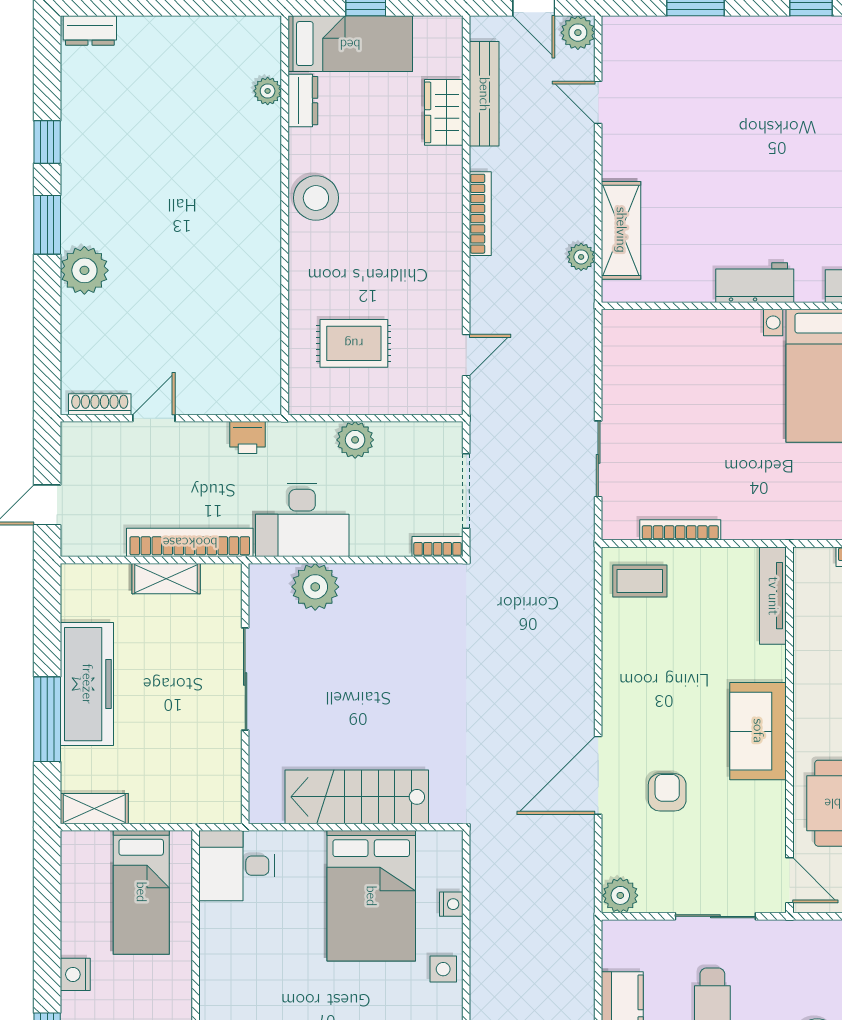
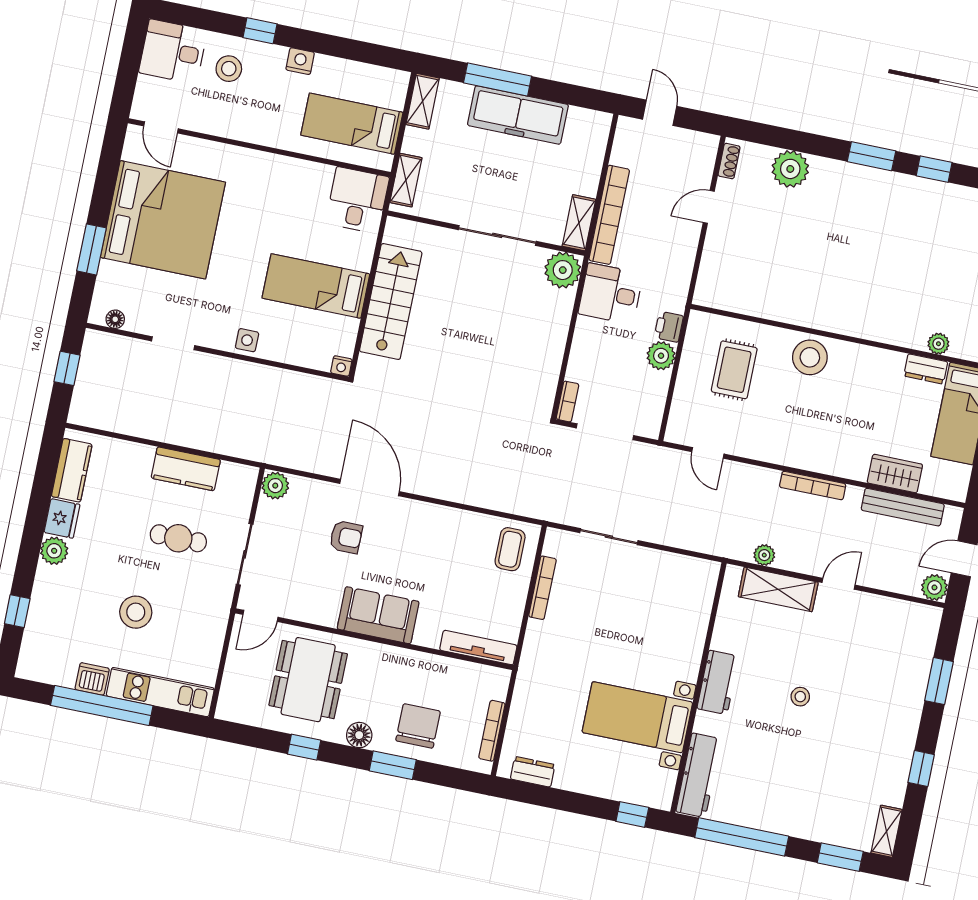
door: (598, 102) -> (839, 584), moved
stool: (751, 174) -> (800, 697), added
stool: (316, 198) -> (810, 357), moved
plant: (84, 270) -> (790, 169), moved
shoe rack: (100, 404) -> (729, 161), width x0.70
door: (154, 418) -> (709, 207), swing flipped
printer: (247, 437) -> (669, 327), moved
desk: (302, 520) -> (611, 294), width x0.73
shelving: (166, 579) -> (579, 223), moved
plant: (315, 587) -> (563, 270), moved
shelving: (199, 809) -> (406, 180), added
bed: (371, 896) -> (316, 286), width x0.67
nightstand: (451, 904) -> (341, 366), moved

